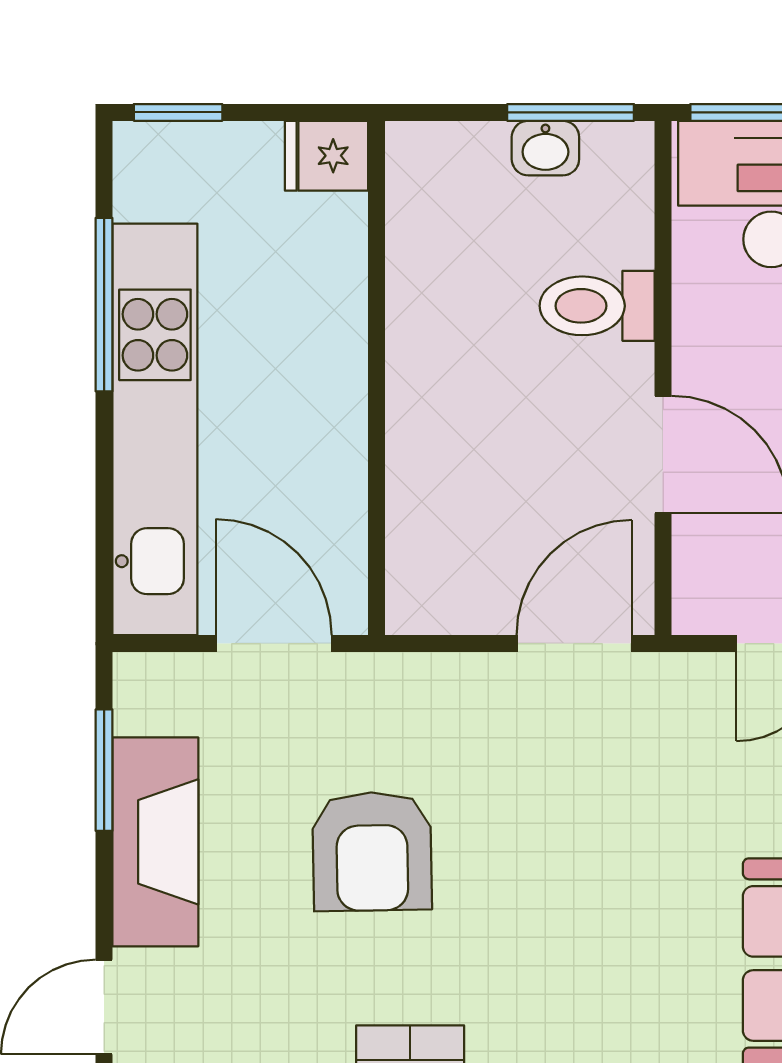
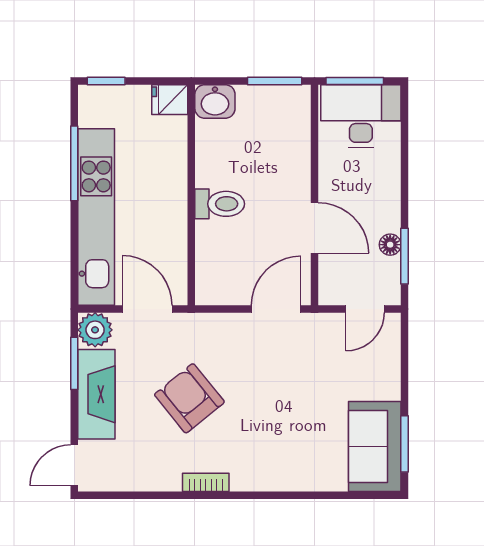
washbasin: (545, 148) -> (215, 101), moved, width x1.38, depth x1.45
toilet: (597, 306) -> (220, 204), moved, turned 180
plant: (152, 692) -> (95, 330), added
armchair: (372, 851) -> (189, 398), turned 142

